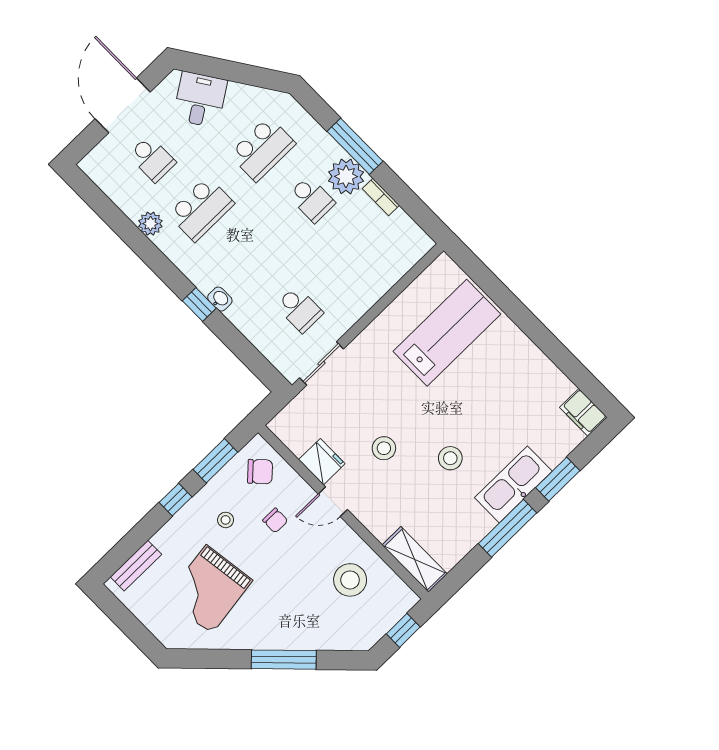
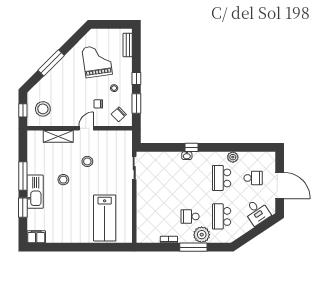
school desk: (152, 159) -> (253, 178), turned 180
plant: (346, 176) -> (202, 235), moved
school desk: (299, 309) -> (158, 178), removed
fridge: (322, 462) -> (103, 137), removed
shelving: (415, 559) -> (58, 136), moved
stool: (350, 580) -> (43, 109), moved

